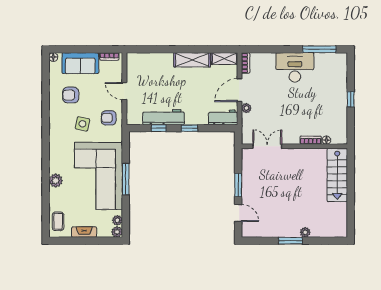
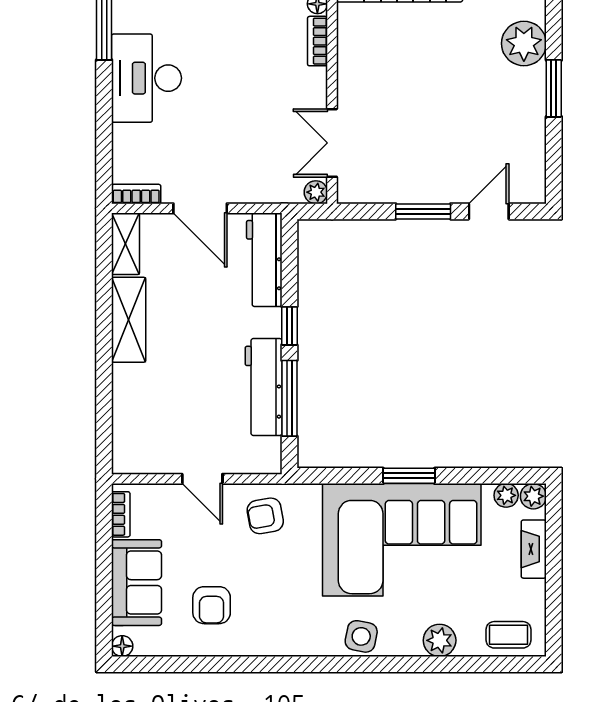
door: (124, 91) -> (202, 479), hinge flipped
plant: (246, 108) -> (316, 192), moved
workbench: (223, 117) -> (264, 260), width x1.38
armchair: (109, 118) -> (265, 516), turned 80
side table: (82, 124) -> (361, 636), moved
window: (159, 128) -> (289, 398), width x2.17
window: (126, 179) -> (409, 476), width x0.69
plant: (56, 180) -> (440, 640), moved
fireplace: (84, 232) -> (534, 549), moved
plant: (305, 232) -> (524, 43), width x1.87, depth x1.87

